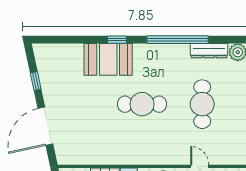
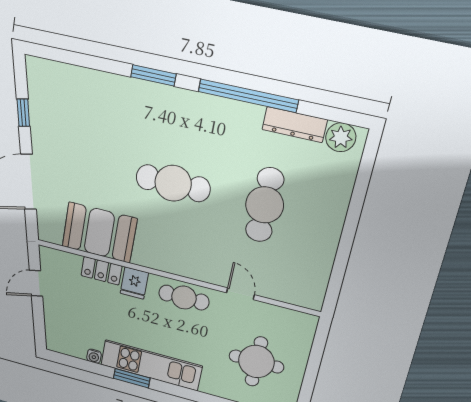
window: (117, 40) -> (153, 75), width x1.50
booth: (108, 59) -> (99, 232), moved

